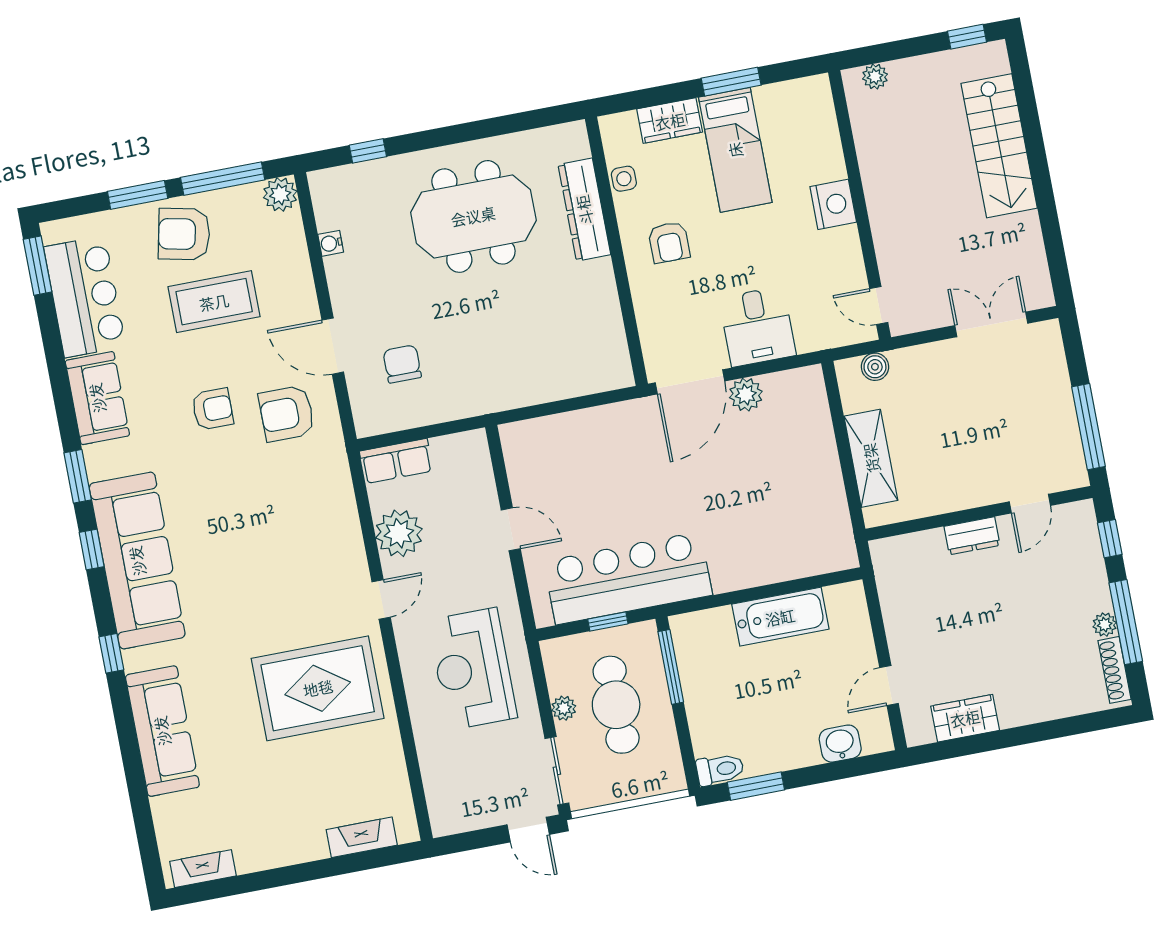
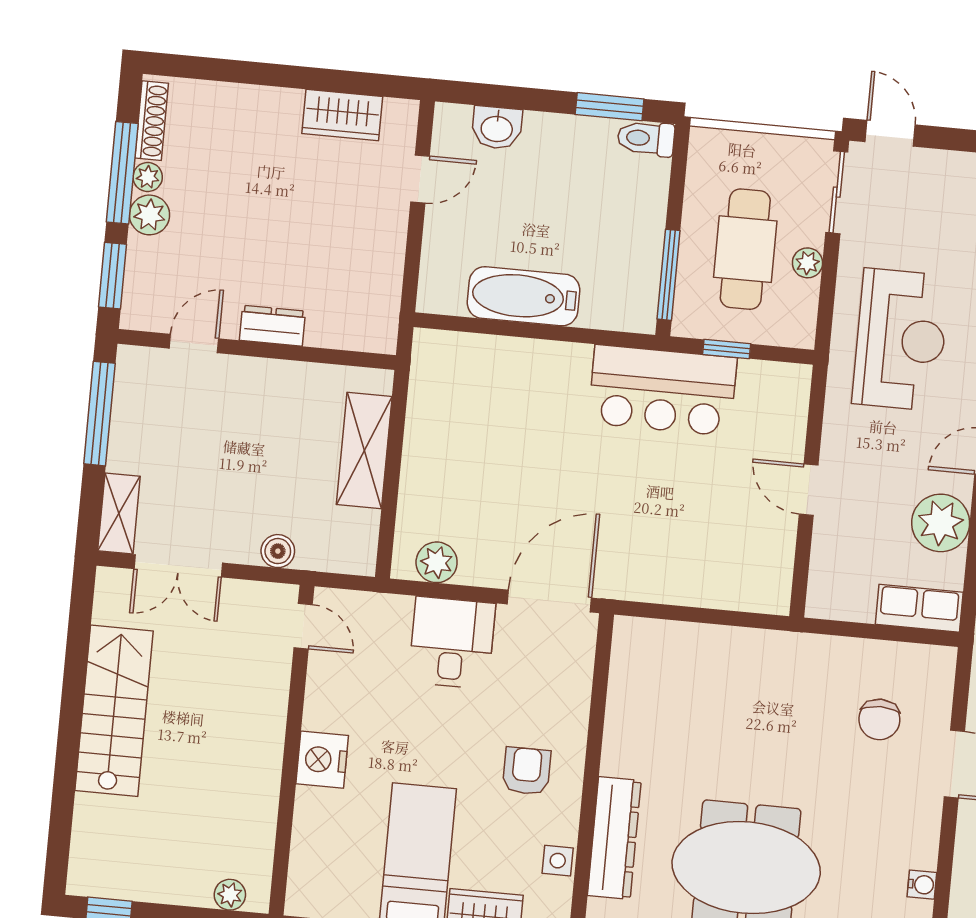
stairs: (999, 146) -> (114, 711), moved
shelving: (1050, 352) -> (119, 513), added
boiler: (875, 367) -> (278, 551), moved
plant: (746, 395) -> (437, 562), moved
window: (1110, 539) -> (112, 276), width x1.50
bar counter: (628, 578) -> (662, 390), width x0.73
plant: (1094, 595) -> (150, 215), added

